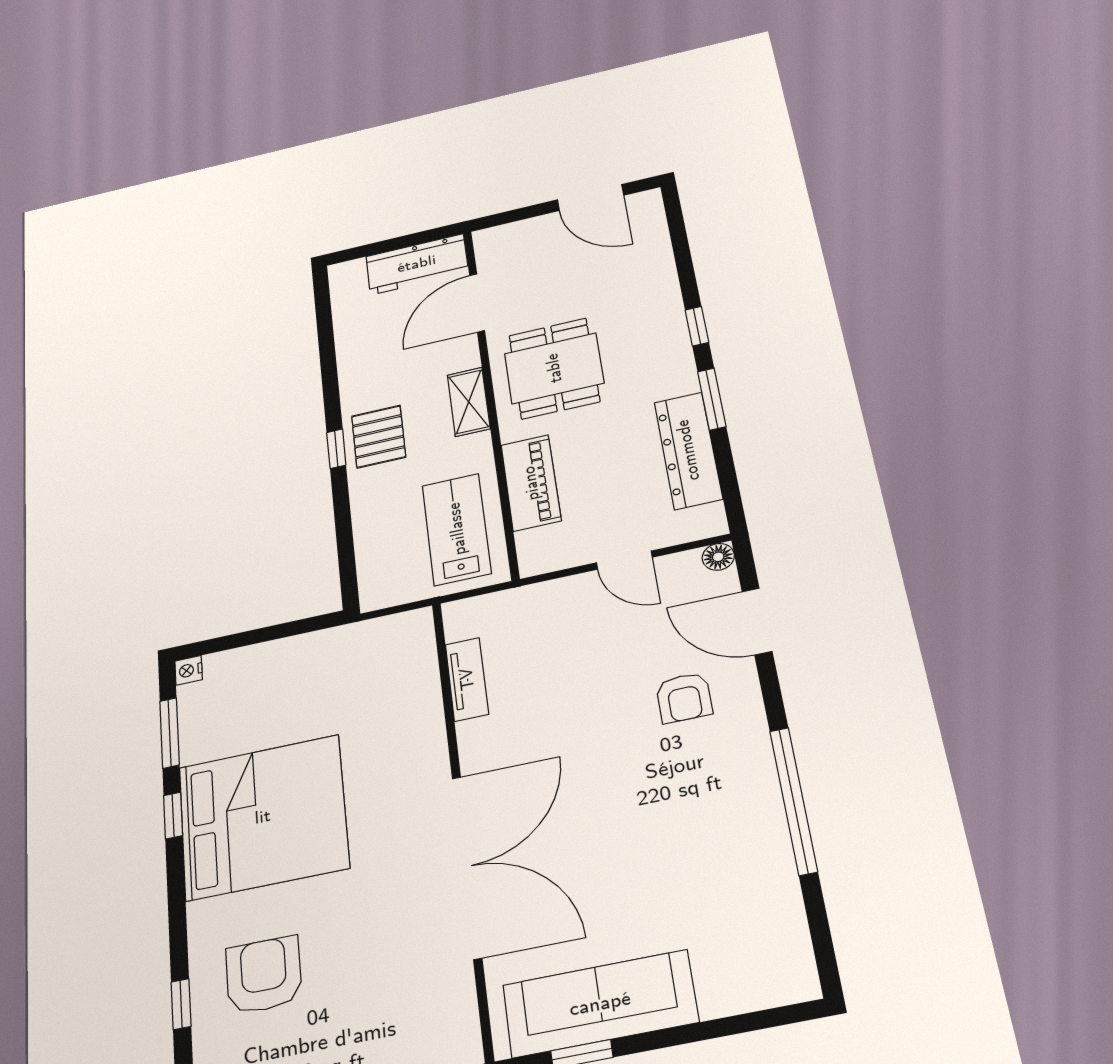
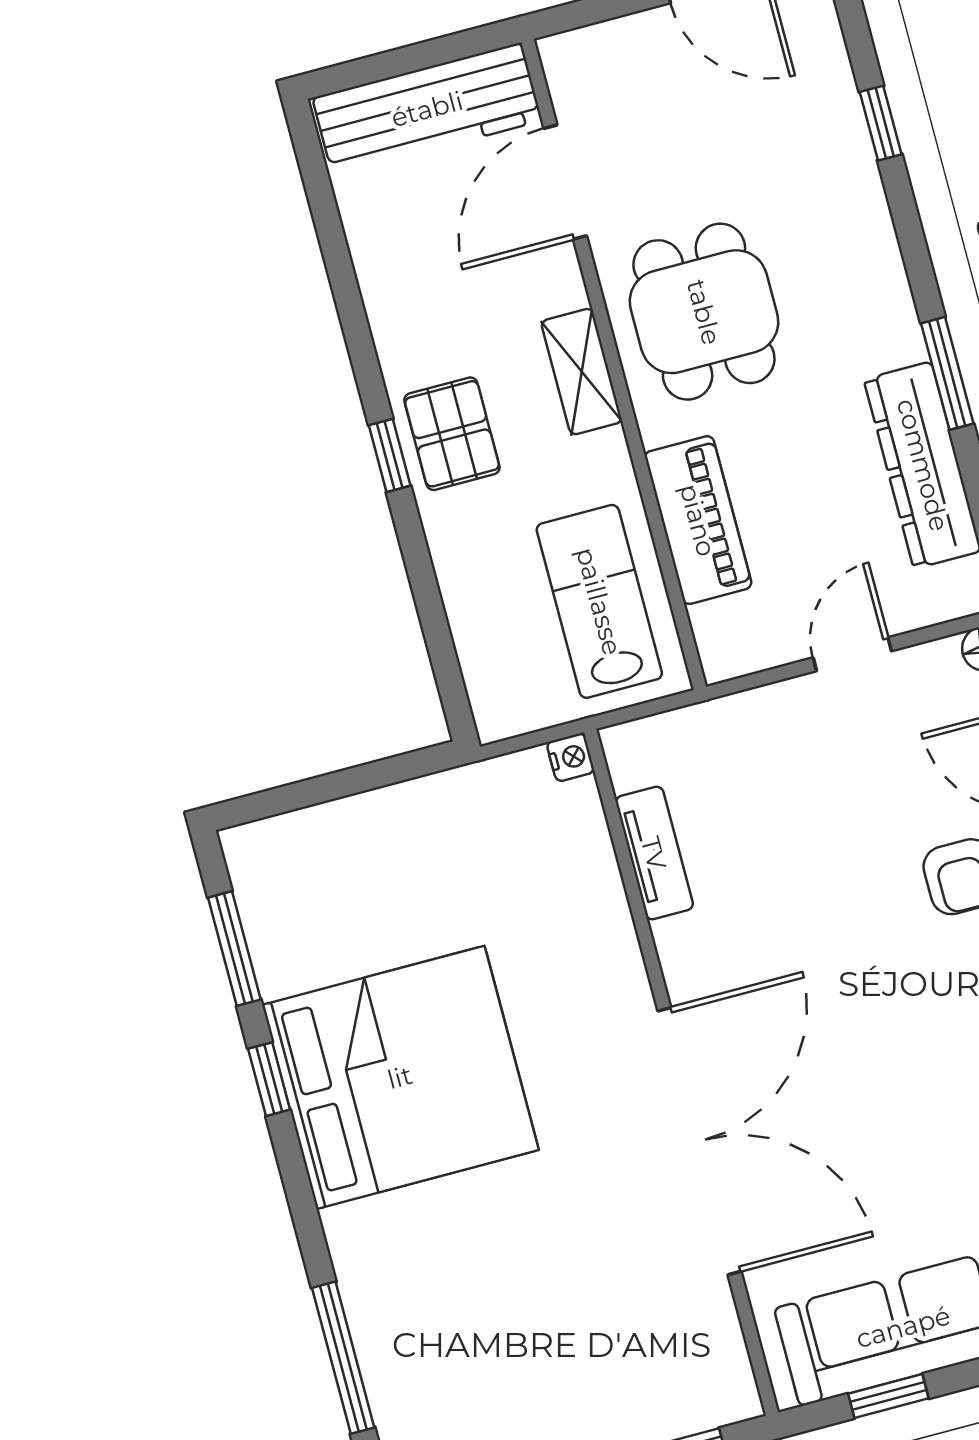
workbench: (417, 264) -> (427, 109), width x1.38
window: (697, 326) -> (881, 123), moved
door: (624, 560) -> (852, 654), swing flipped
nightstand: (189, 670) -> (571, 757), moved, turned 180
armchair: (264, 975) -> (449, 1311), removed
window: (181, 1004) -> (343, 1358), width x2.17

